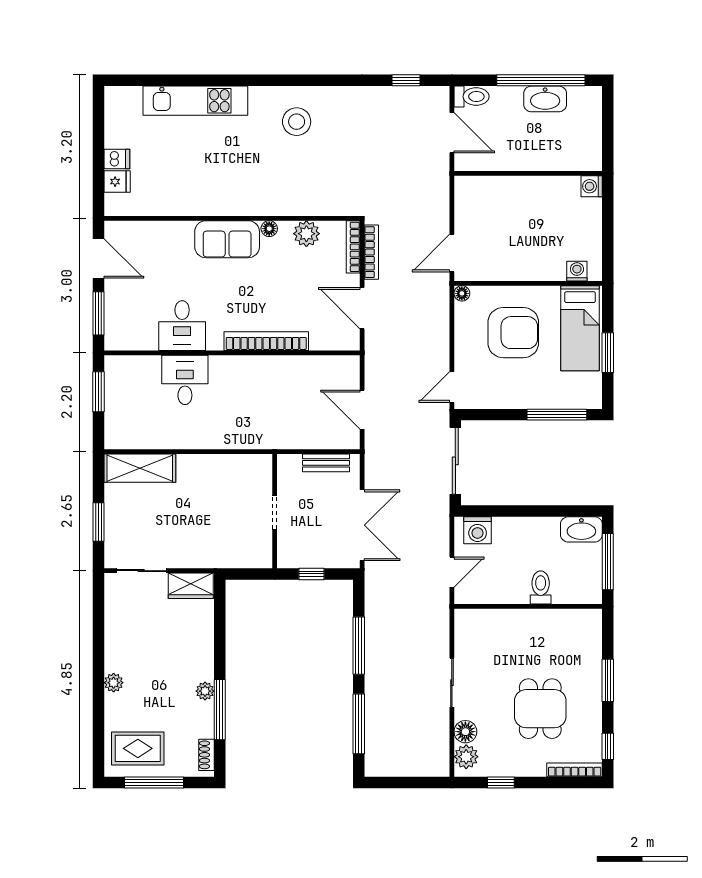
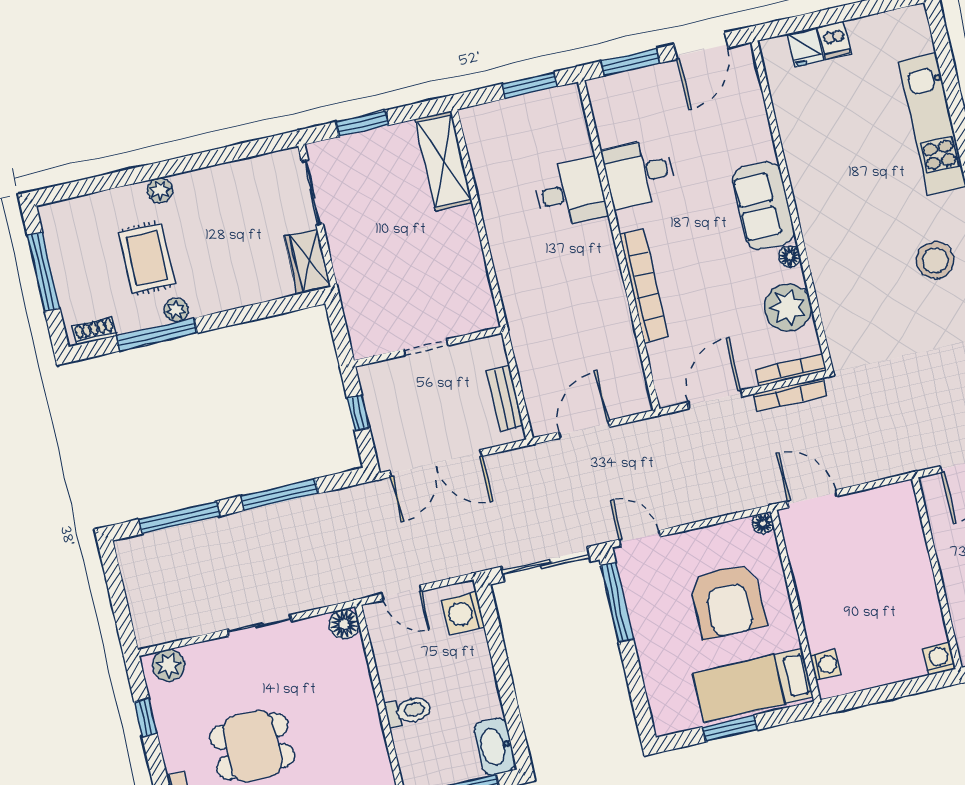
plant: (306, 234) -> (788, 307), width x1.36, depth x1.36
window: (557, 415) -> (617, 602), moved
floor lamp: (465, 732) -> (344, 624), moved
rug: (138, 748) -> (146, 258), moved

